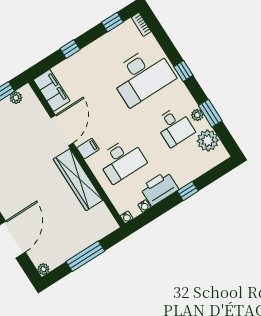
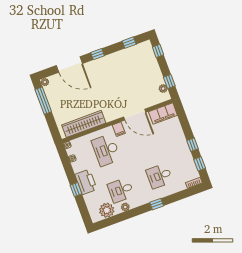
window: (70, 49) -> (192, 145), moved
desk: (142, 76) -> (159, 176), width x0.53, depth x0.77
window: (210, 113) -> (125, 216), removed
wardrobe: (78, 180) -> (84, 124), moved
printer: (159, 188) -> (86, 182), moved
window: (85, 256) -> (43, 101), moved

